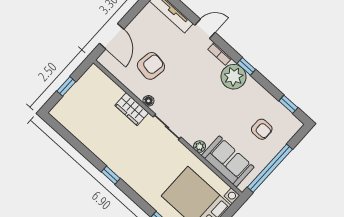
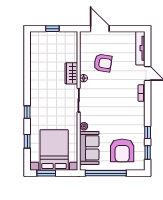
door: (112, 36) -> (100, 29), swing flipped
window: (246, 66) -> (148, 132), moved
plant: (234, 77) -> (136, 111), removed
armchair: (262, 129) -> (122, 150), width x1.88, depth x1.88
window: (111, 175) -> (27, 112), moved

